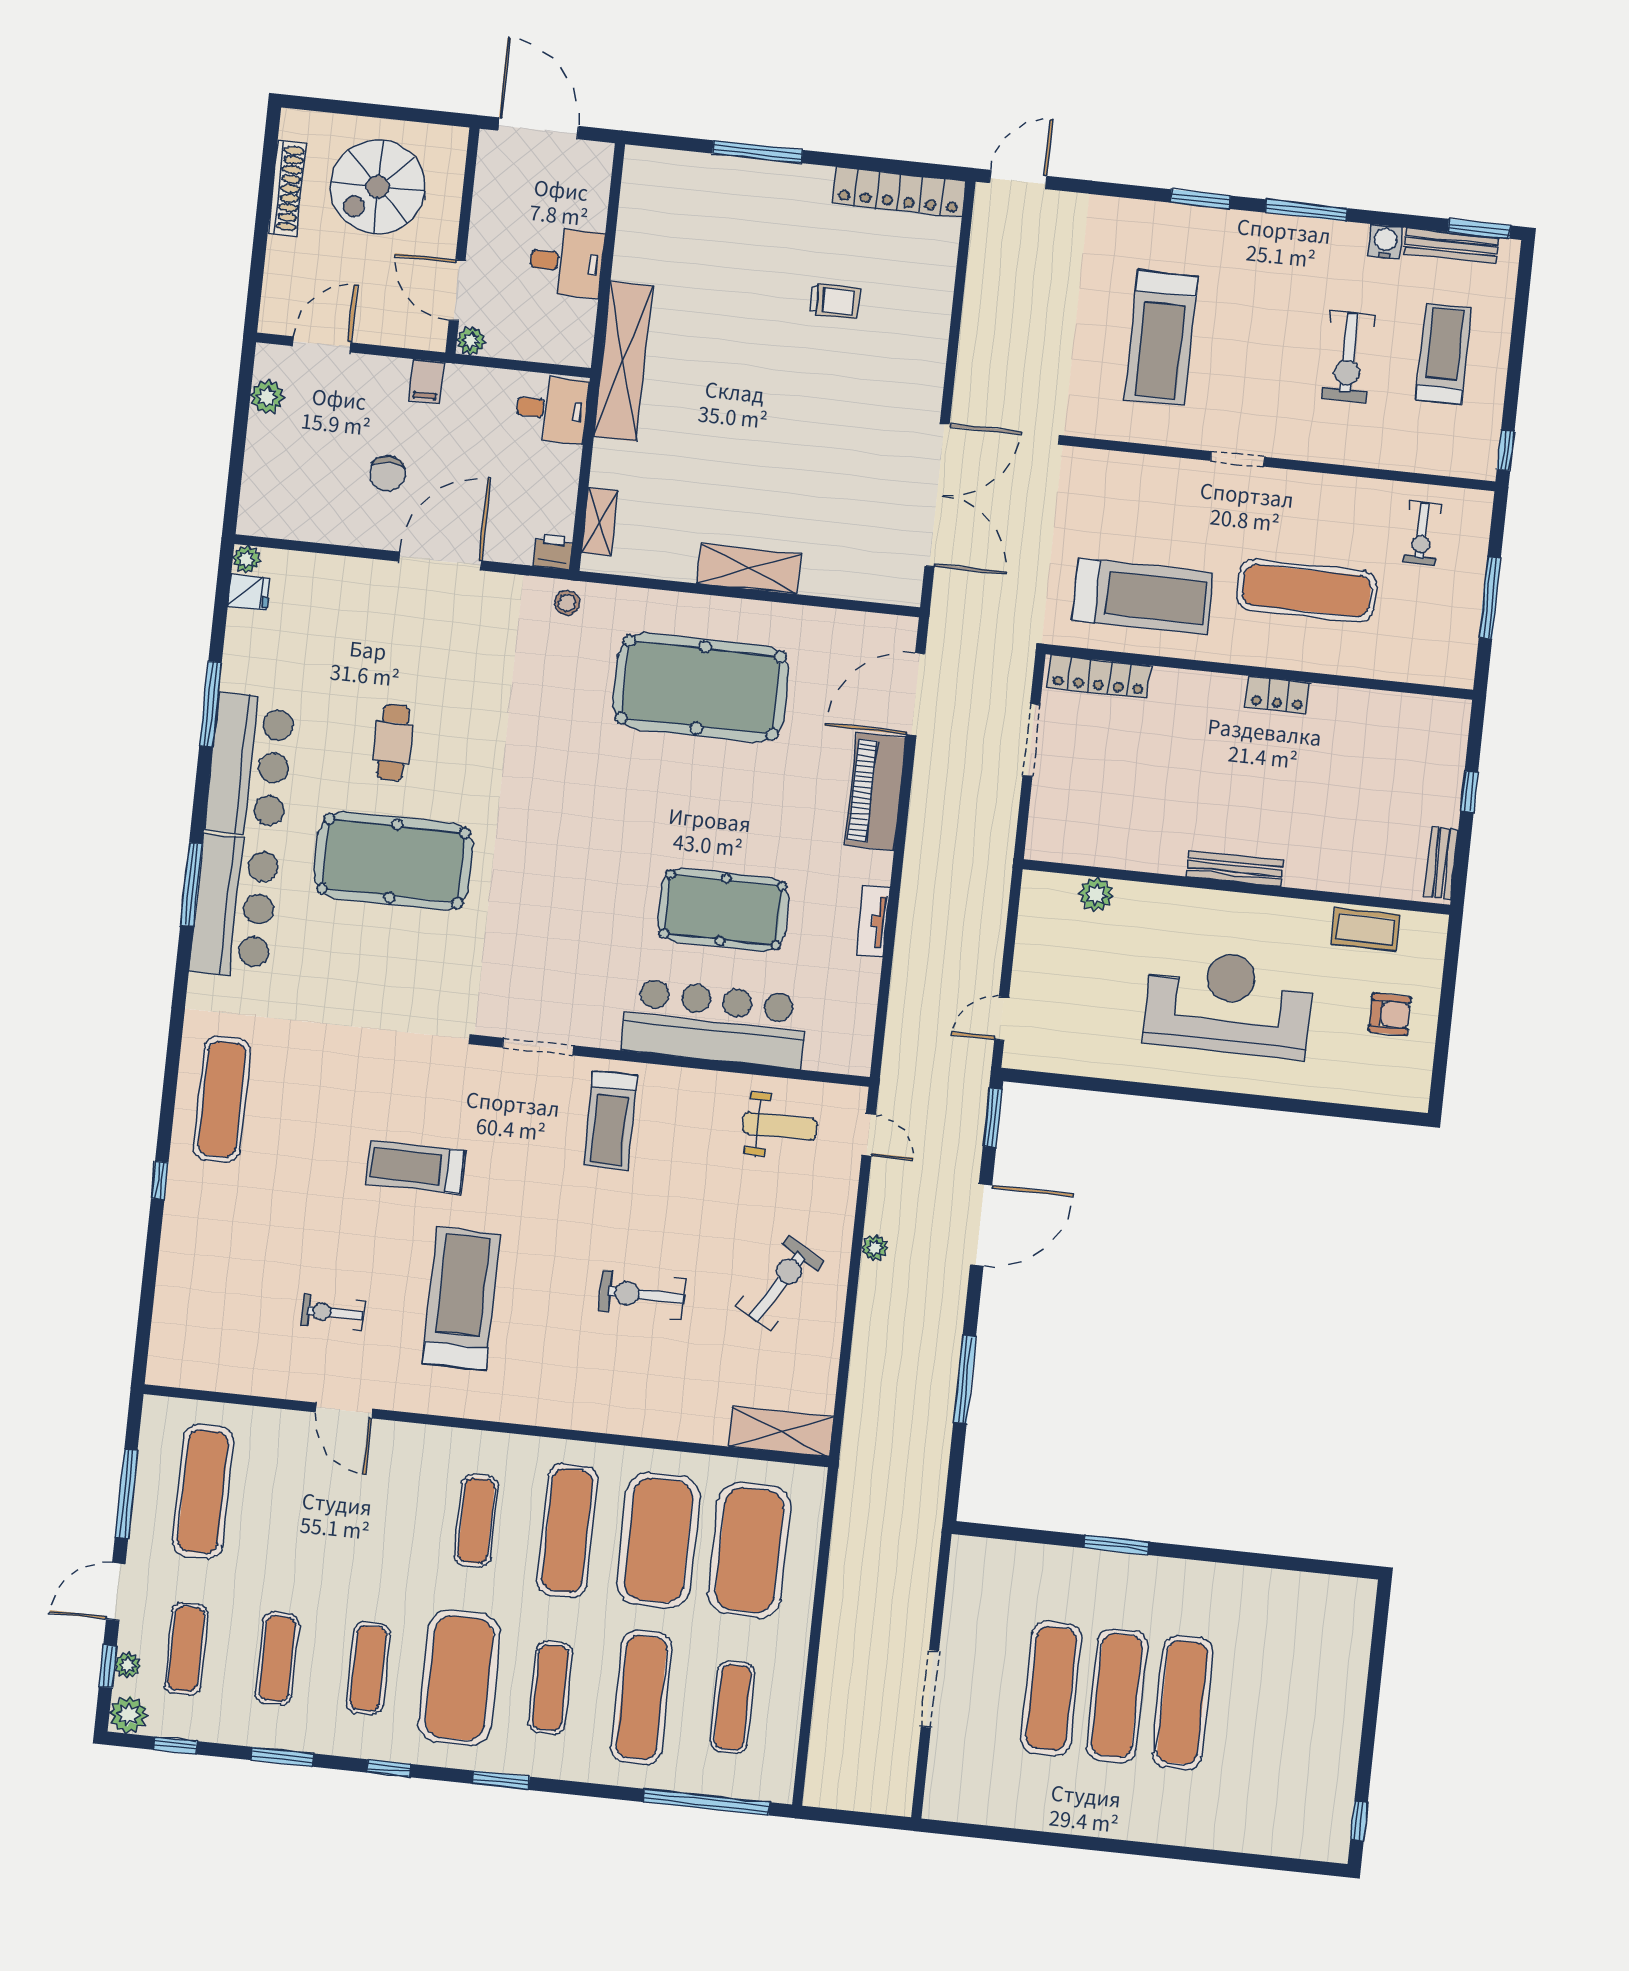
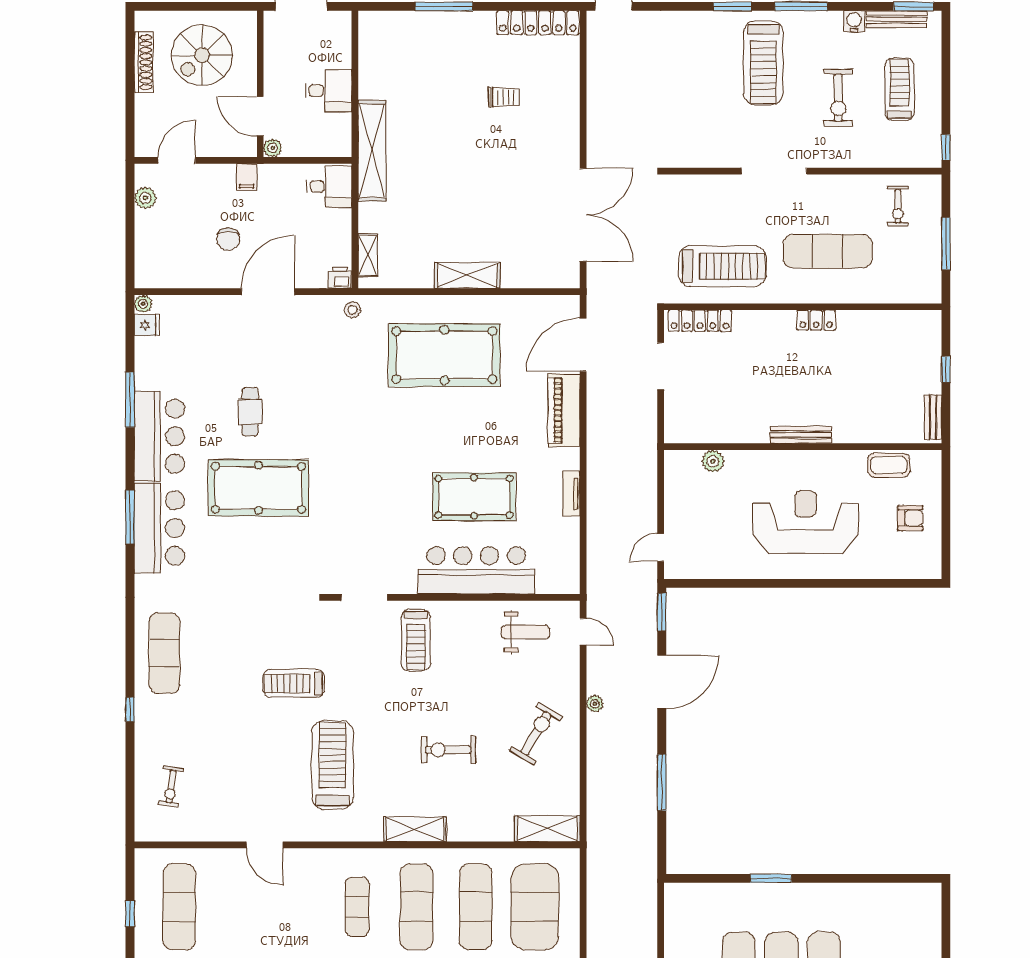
treadmill: (1161, 338) -> (763, 63), moved
doorway: (1237, 459) -> (774, 171), width x1.88
exercise bike: (333, 1313) -> (171, 787), moved, turned -82
shelving: (577, 1411) -> (415, 829), added
window: (126, 1494) -> (130, 914), width x0.46
exercise mat: (658, 1540) -> (476, 907), width x0.68

